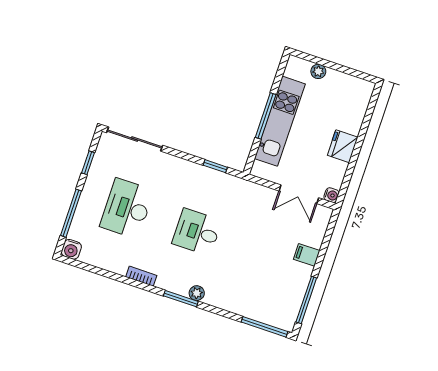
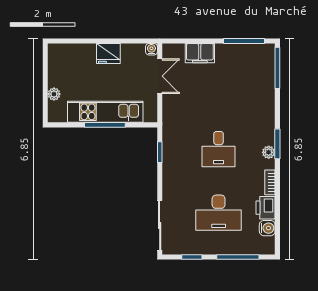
water cooler: (71, 249) -> (267, 228), moved
filing cabinet: (307, 255) -> (200, 53), width x2.00
printer: (115, 262) -> (266, 208), added
plant: (197, 293) -> (269, 152), moved

